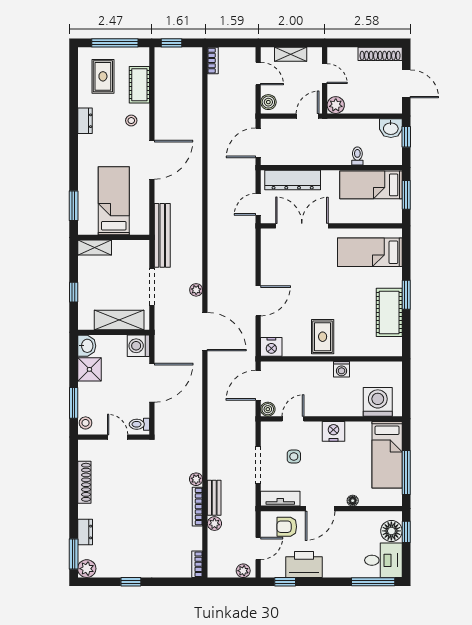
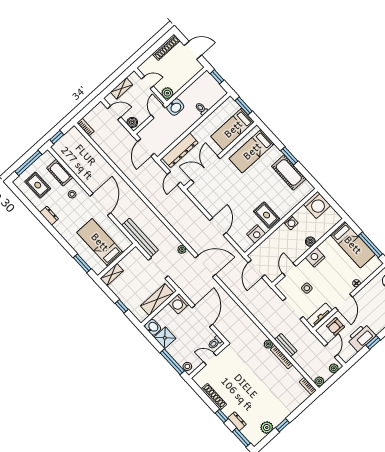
washbasin: (391, 128) -> (175, 107), moved
bed: (371, 185) -> (233, 129), moved
nightstand: (271, 347) -> (256, 234), moved
washing machine: (378, 402) -> (317, 205), moved, turned 180
window: (74, 403) -> (172, 362), width x1.44
boiler: (268, 409) -> (310, 242), moved
window: (74, 511) -> (222, 416), added
plant: (214, 524) -> (319, 381), moved
plant: (87, 569) -> (267, 428), moved
window: (285, 582) -> (373, 343), moved

